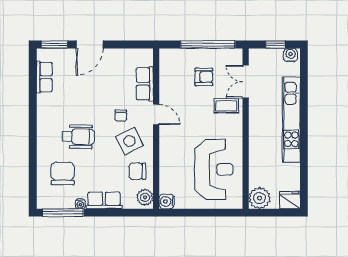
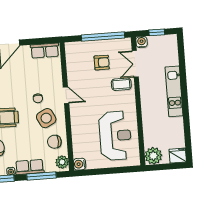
water cooler: (291, 55) -> (142, 42), moved
row of seats: (145, 84) -> (45, 51), moved, turned -90
kitchen unit: (291, 120) -> (174, 91), width x0.73
window: (118, 213) -> (41, 176), added

